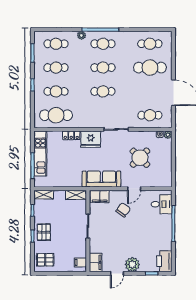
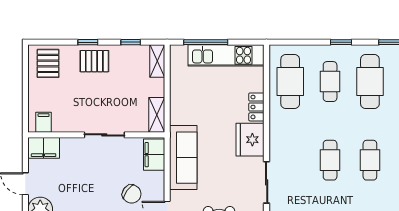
cafe table: (56, 68) -> (370, 82), width x1.37, depth x1.35

